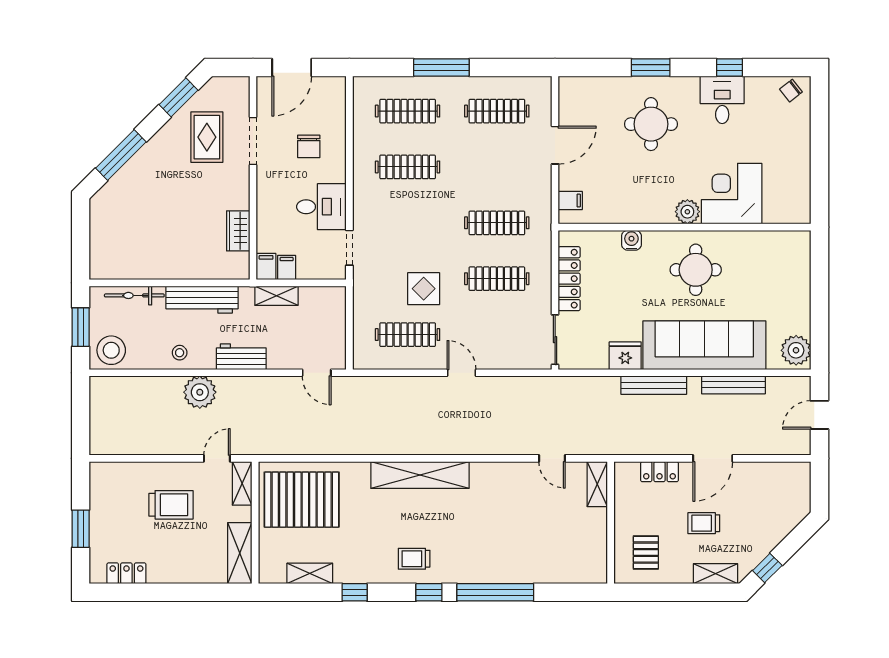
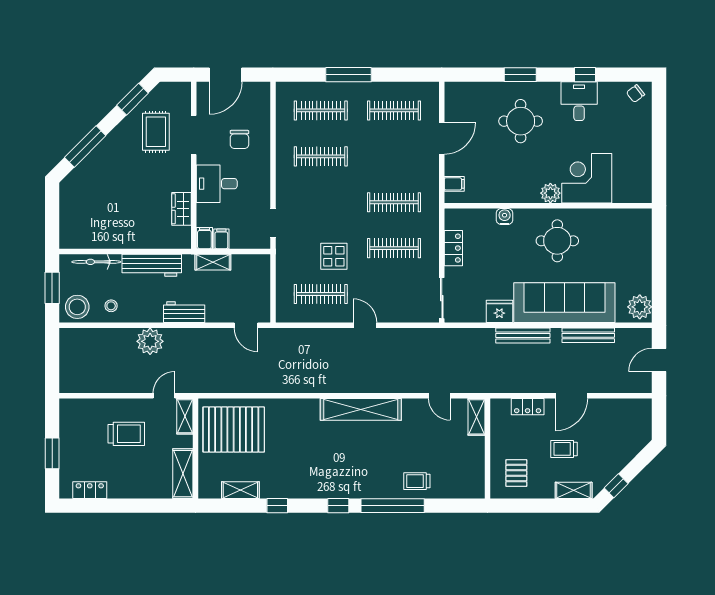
desk: (321, 207) -> (217, 184), moved, turned 180
locker: (569, 279) -> (453, 248), width x0.66
stool: (180, 353) -> (111, 306), moved
shelving: (420, 475) -> (361, 409), moved
trolley: (414, 559) -> (417, 481), moved

